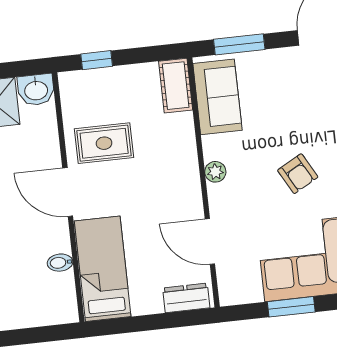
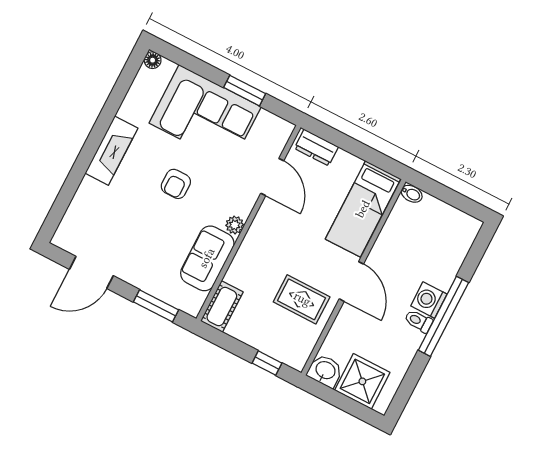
sofa: (217, 97) -> (207, 258), moved
armchair: (298, 174) -> (176, 184), turned -151
bidet: (60, 263) -> (412, 194), moved

